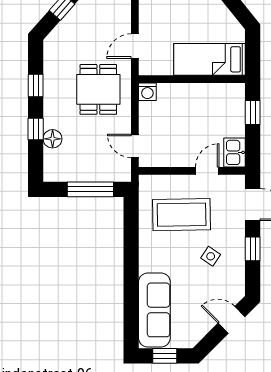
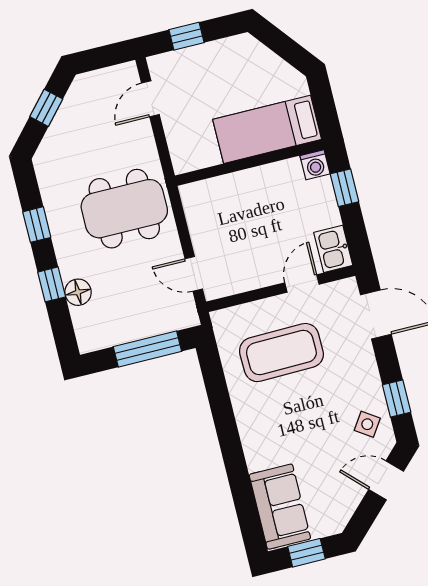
door: (135, 46) -> (150, 99), moved
dining table: (98, 89) -> (124, 209), width x1.38
washing machine: (147, 92) -> (315, 165), moved
window: (253, 249) -> (397, 398), moved
side table: (211, 256) -> (367, 424), moved
sofa: (154, 310) -> (280, 507), width x0.73

